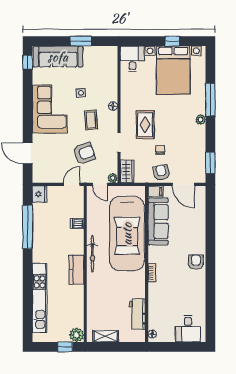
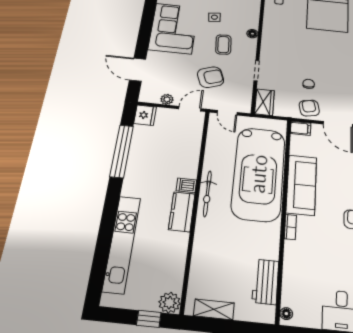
rug: (145, 125) -> (291, 56), removed
plant: (113, 178) -> (167, 99), moved
sofa: (158, 221) -> (301, 185), moved
dishwasher: (77, 224) -> (186, 185), moved

